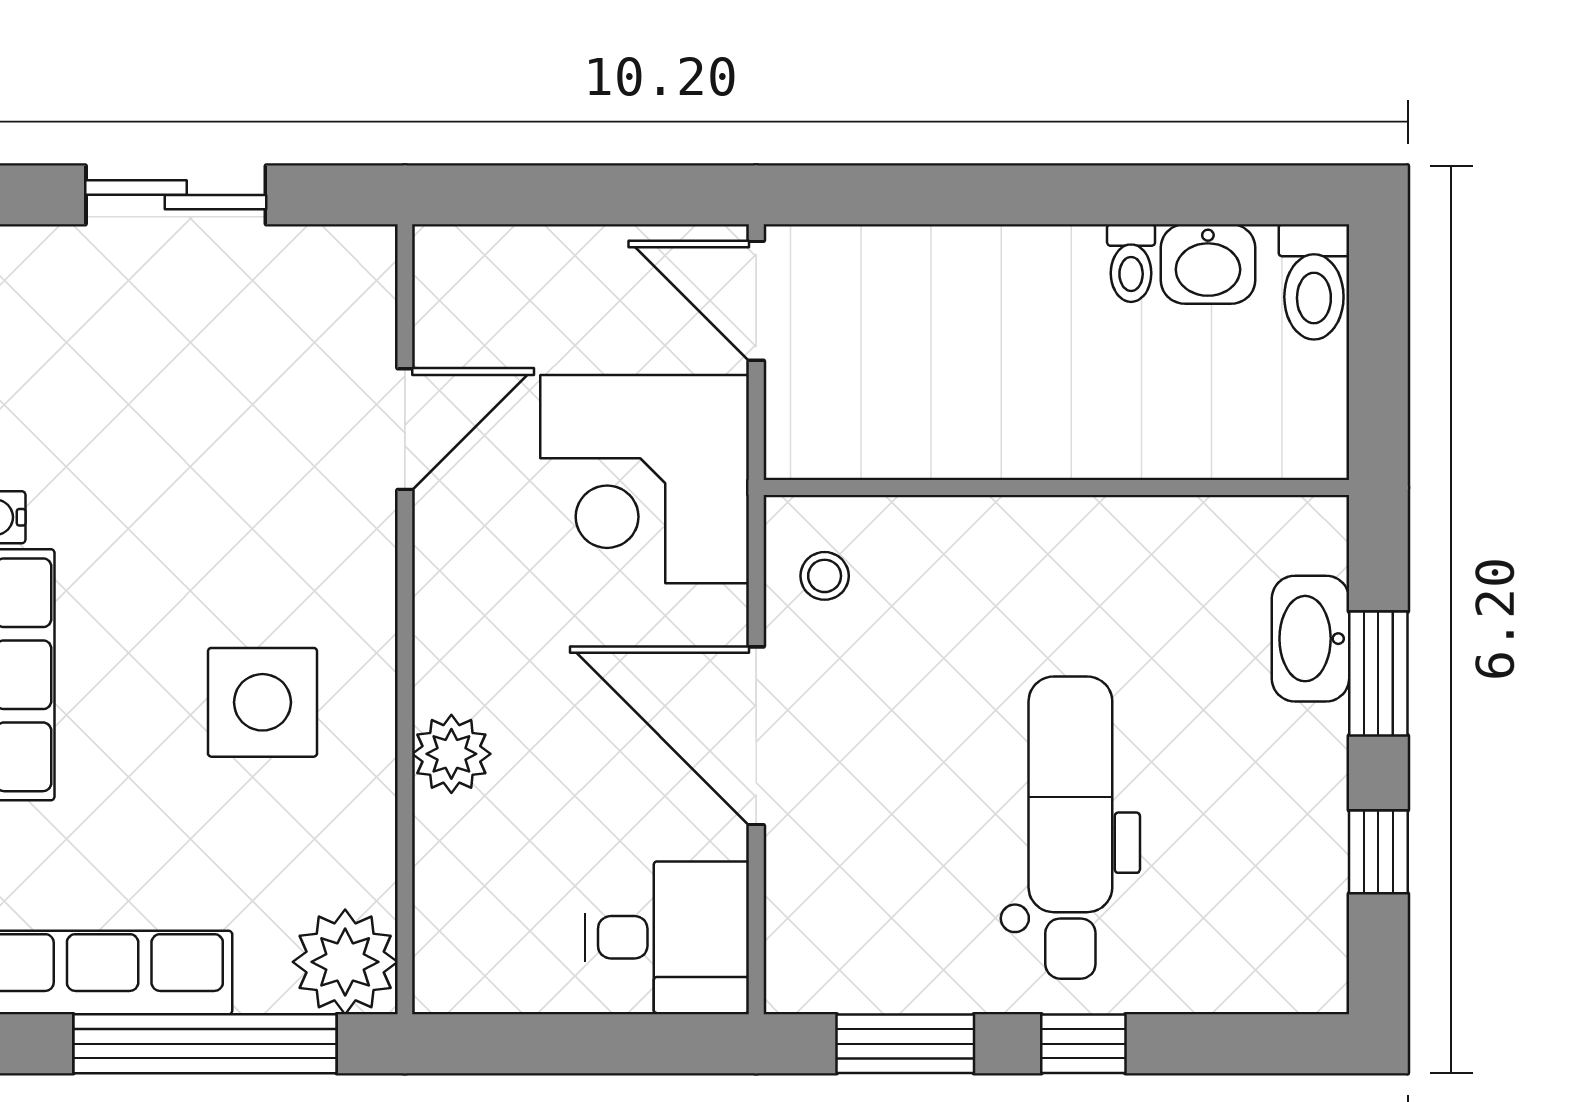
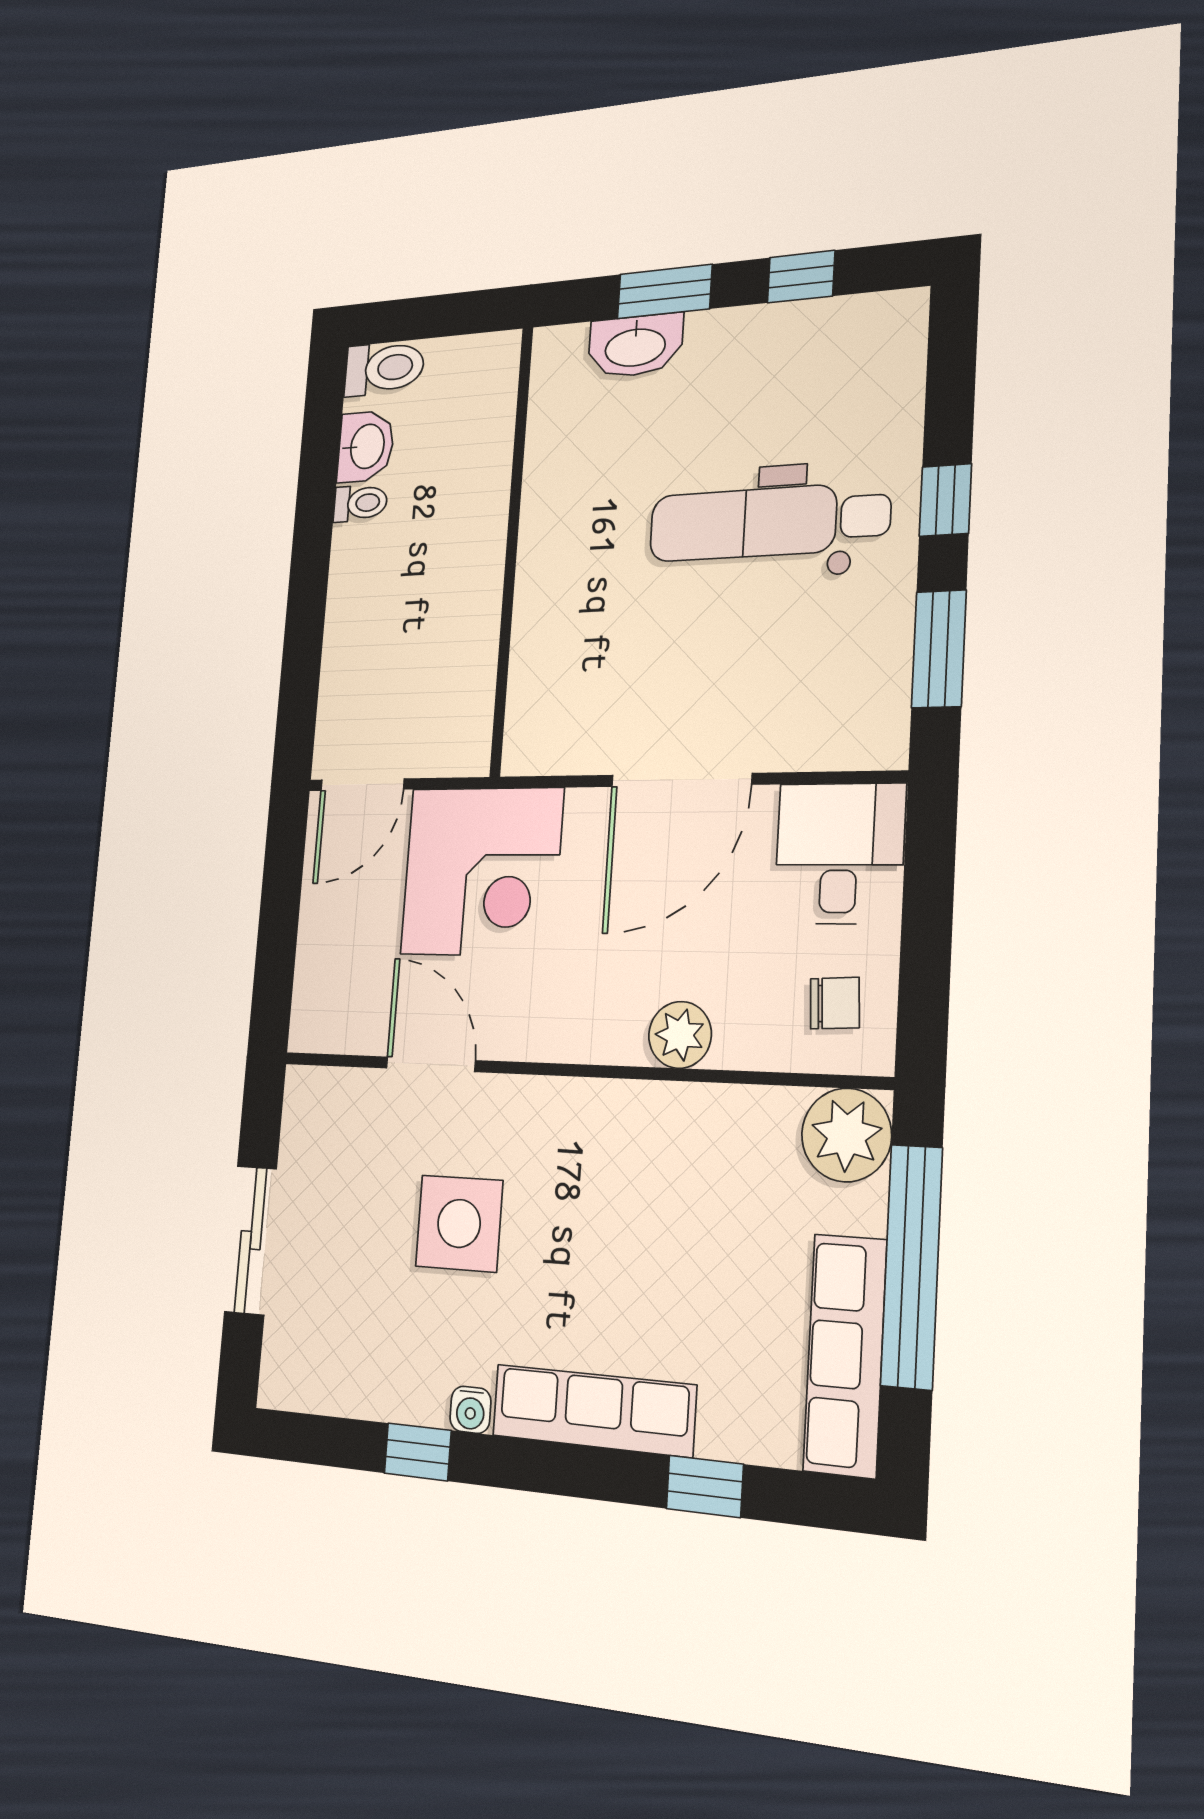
stool: (825, 576) -> (563, 727), removed
side table: (262, 702) -> (459, 1223), moved
chair: (494, 941) -> (835, 1003), added

